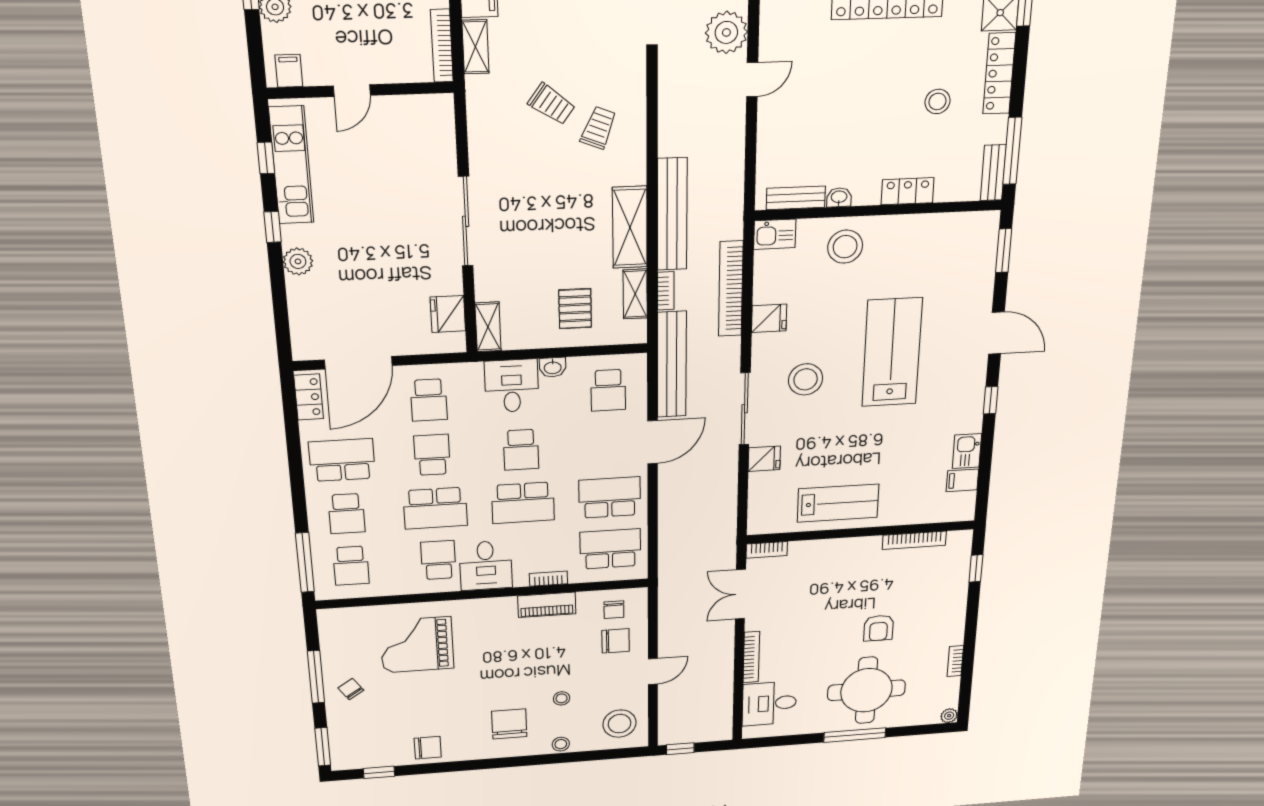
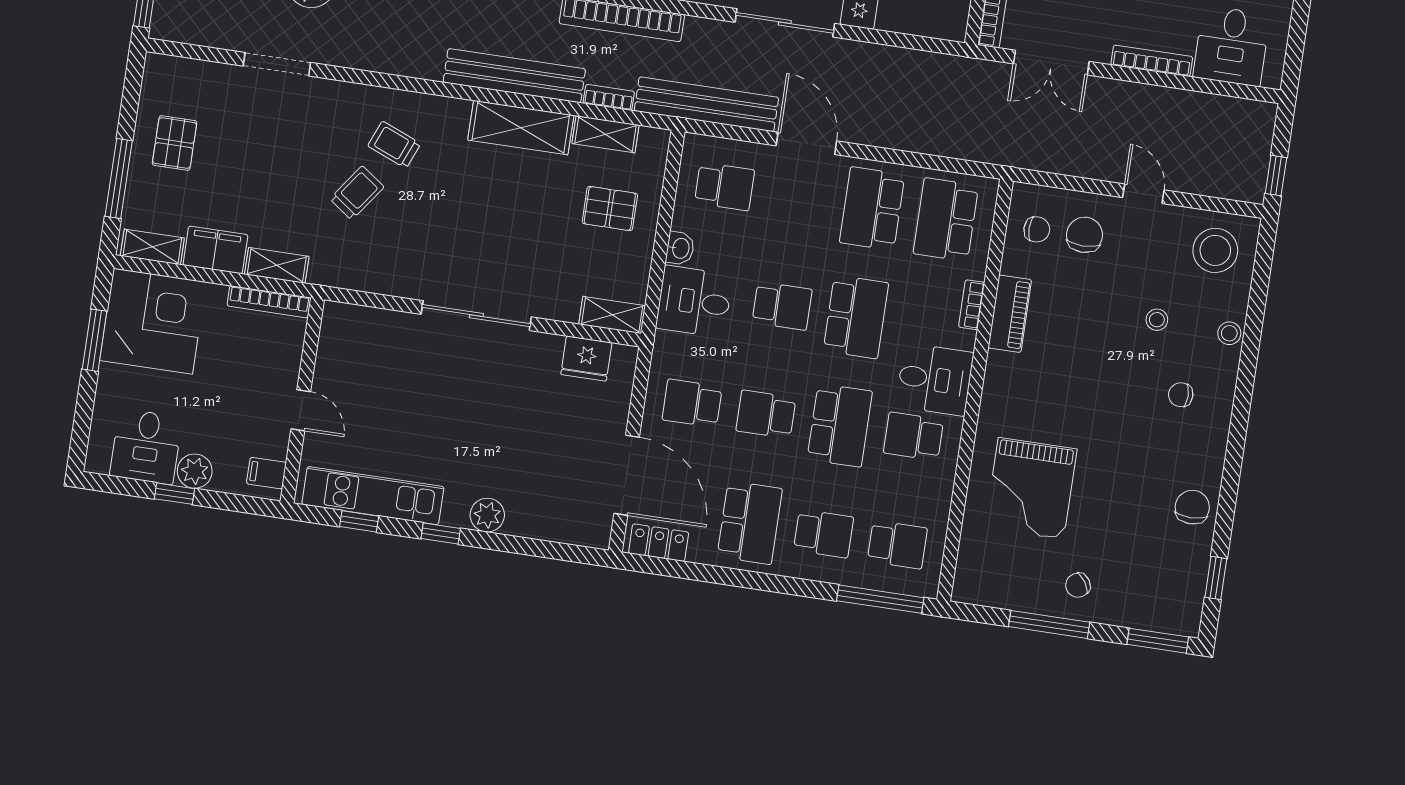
school desk: (429, 400) -> (692, 403), turned 180
school desk: (342, 460) -> (750, 523), turned 180
chair: (509, 724) -> (1181, 395), width x0.54, depth x0.54

